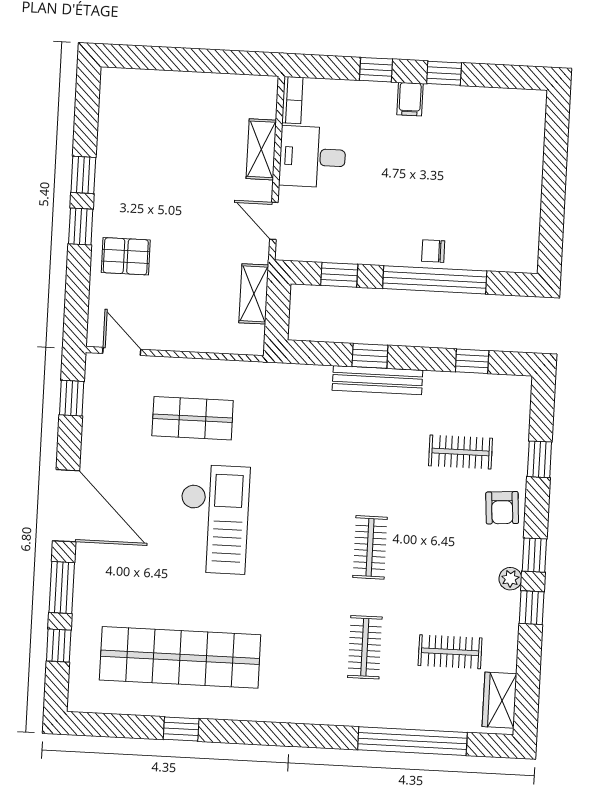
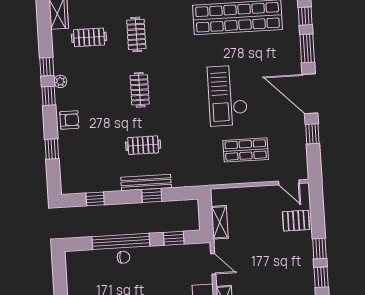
pallet: (126, 256) -> (296, 221), moved
window: (72, 398) -> (312, 134), moved
clothes rail: (461, 452) -> (143, 145), moved
armchair: (502, 508) -> (69, 120), turned 94

